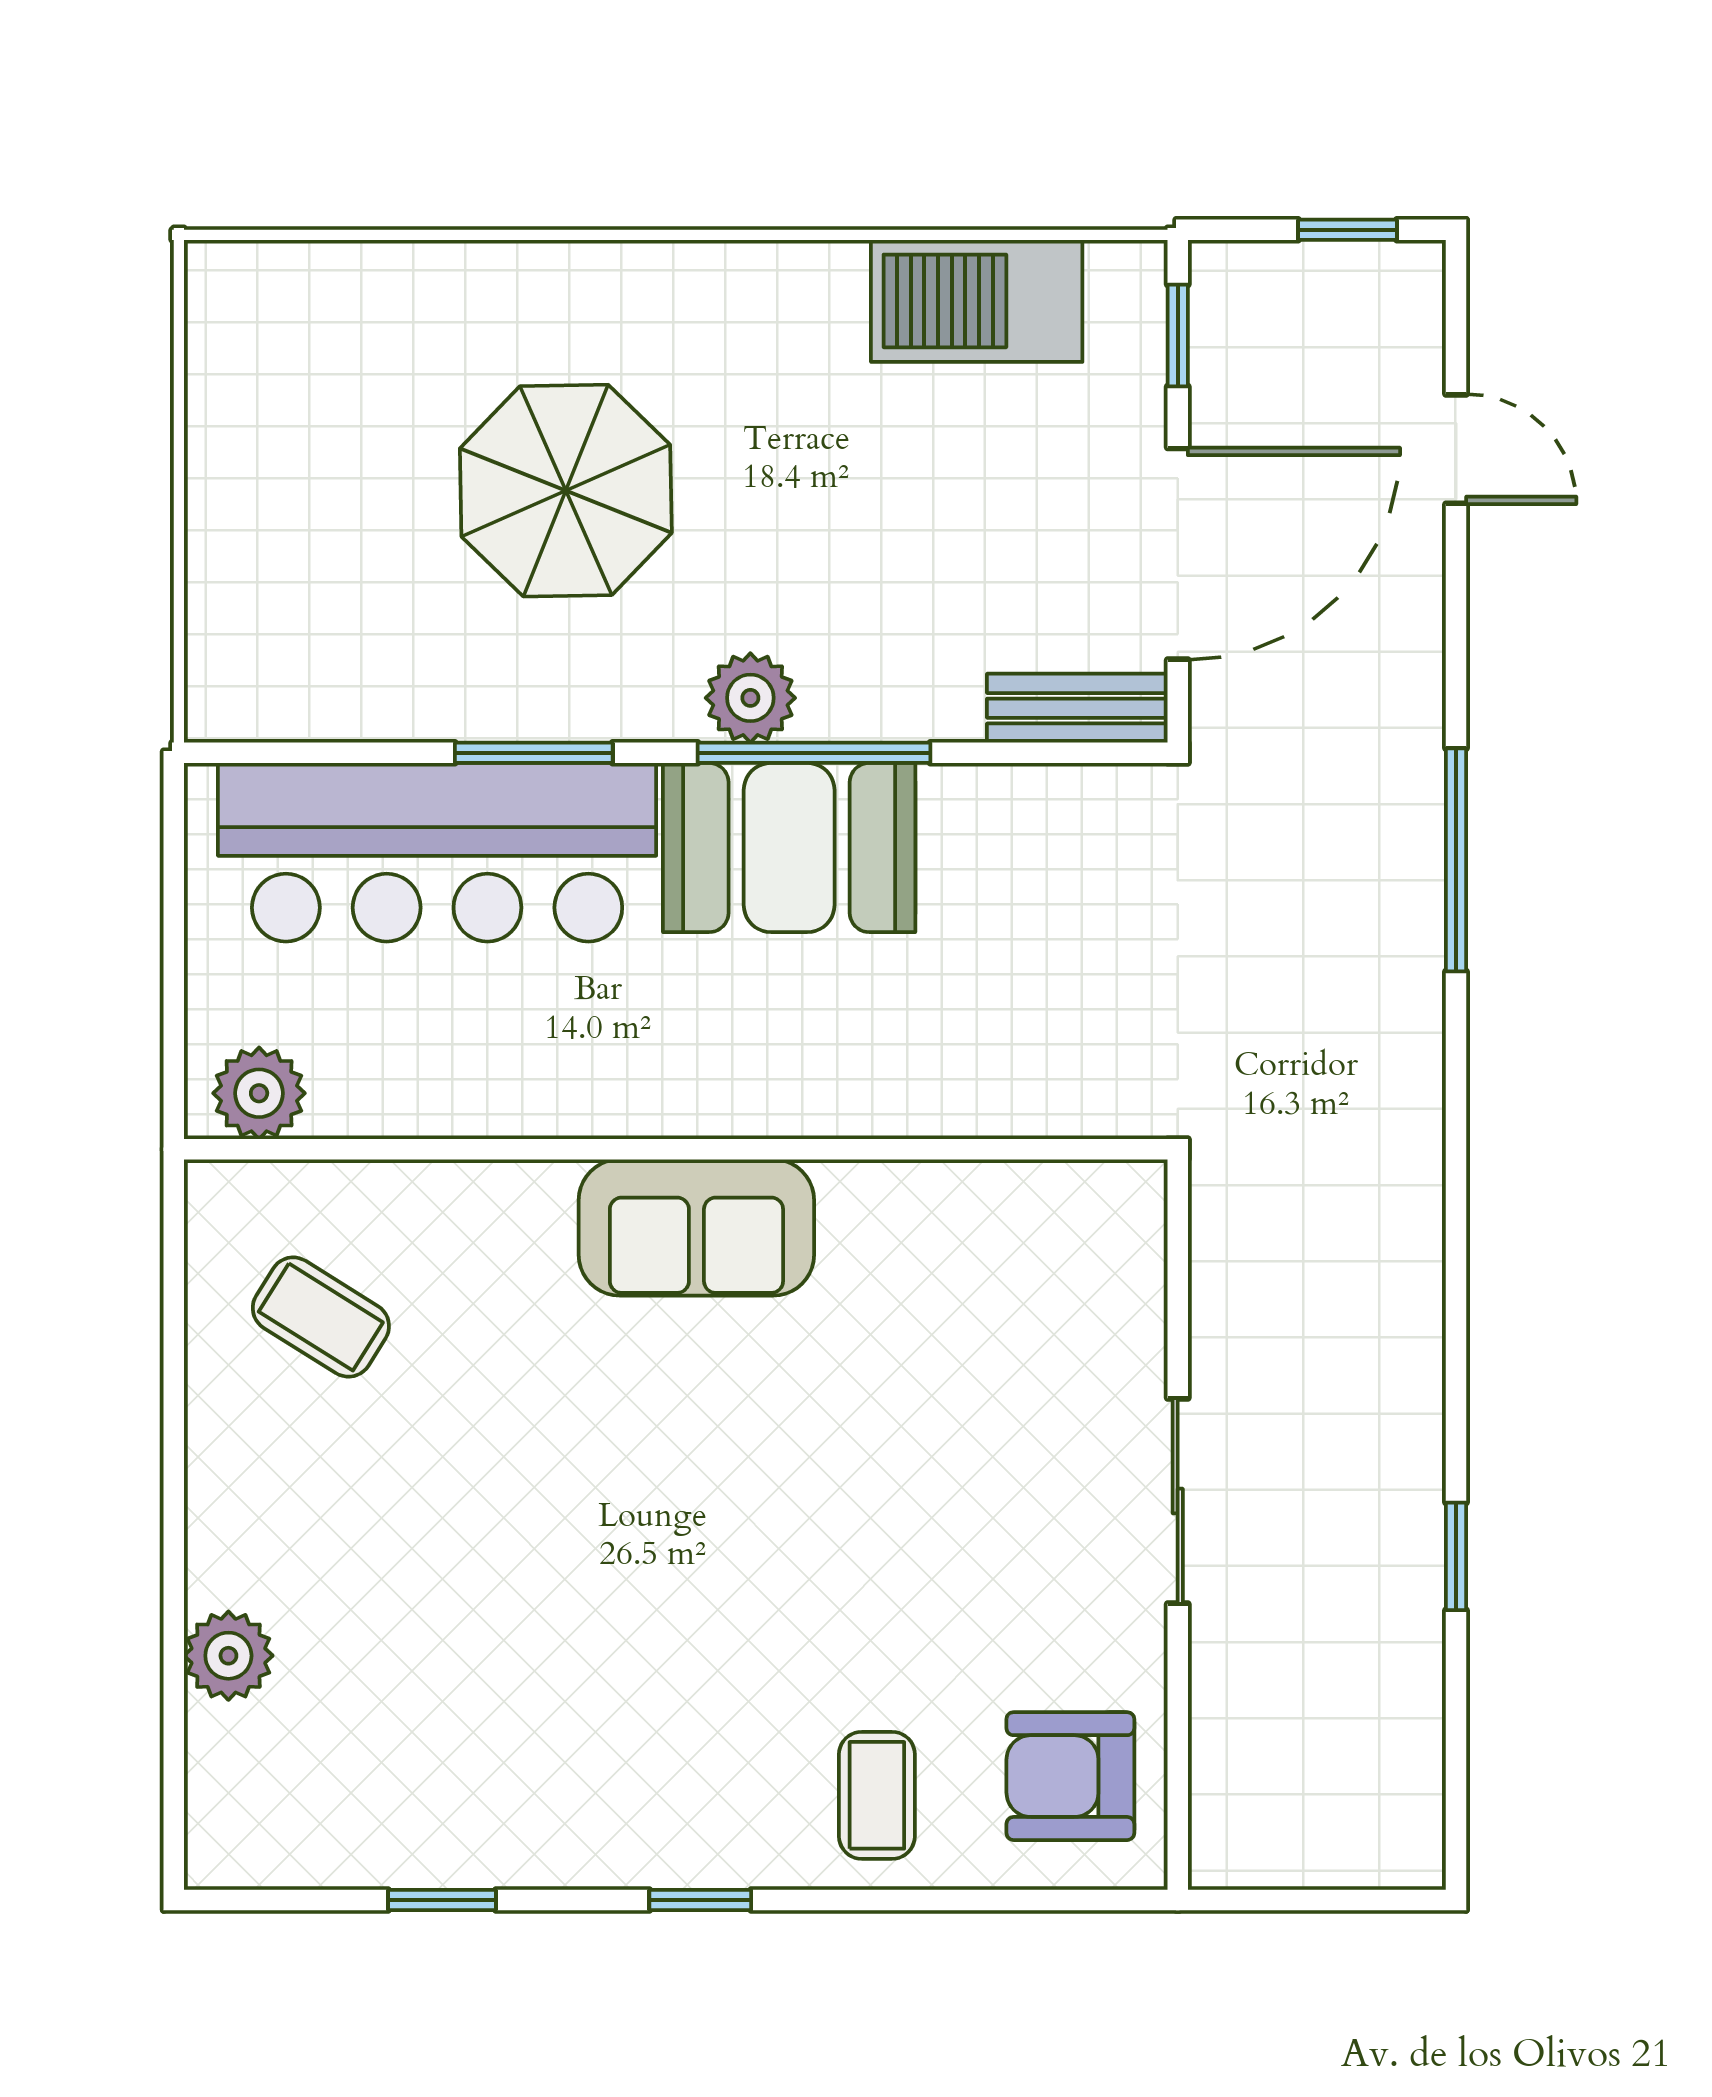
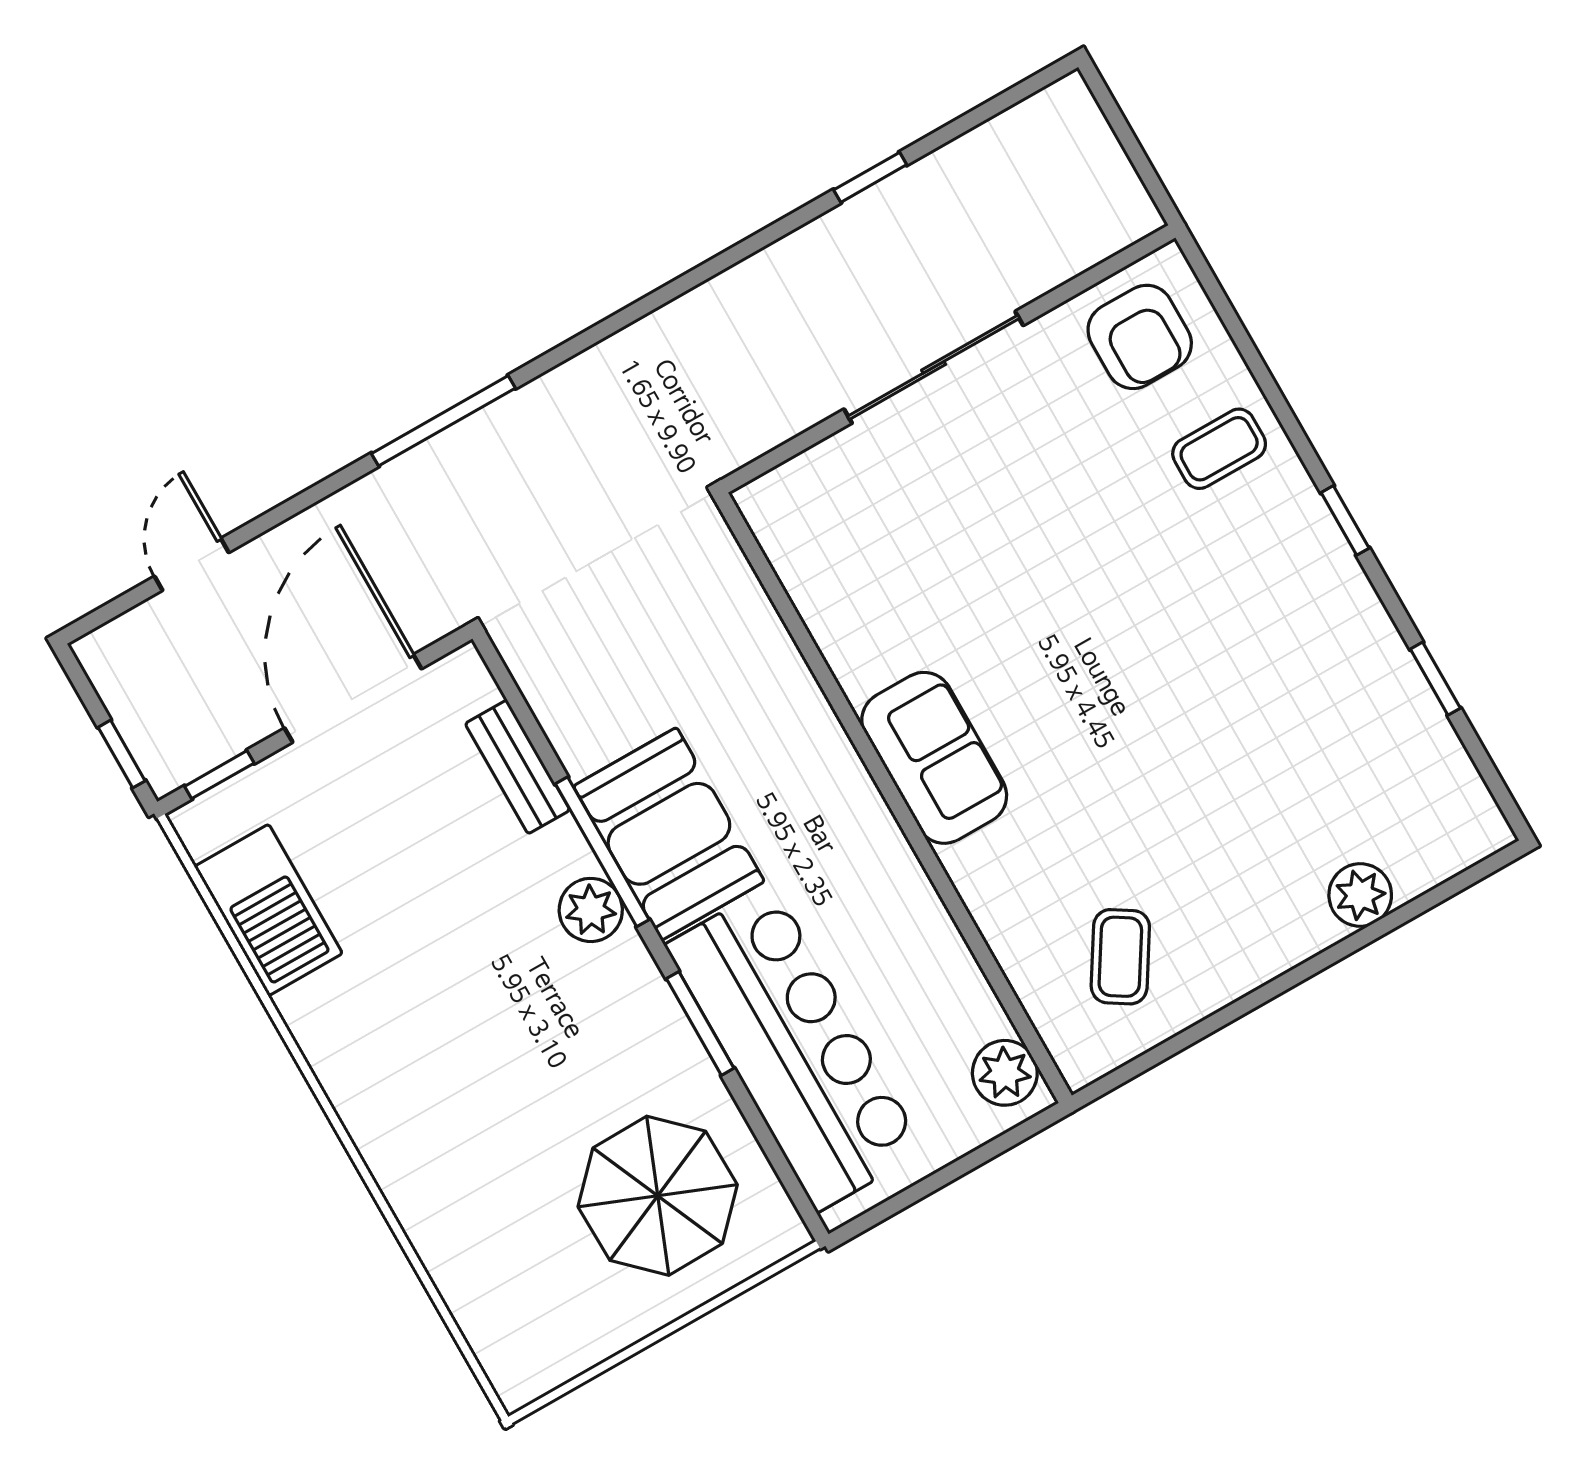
window: (1348, 230) -> (122, 754), moved
parasol: (566, 491) -> (658, 1196), moved
door: (1178, 554) -> (353, 698), hinge flipped
bench: (1077, 708) -> (518, 767), moved
sliding door: (1178, 1501) -> (934, 367), width x1.37

